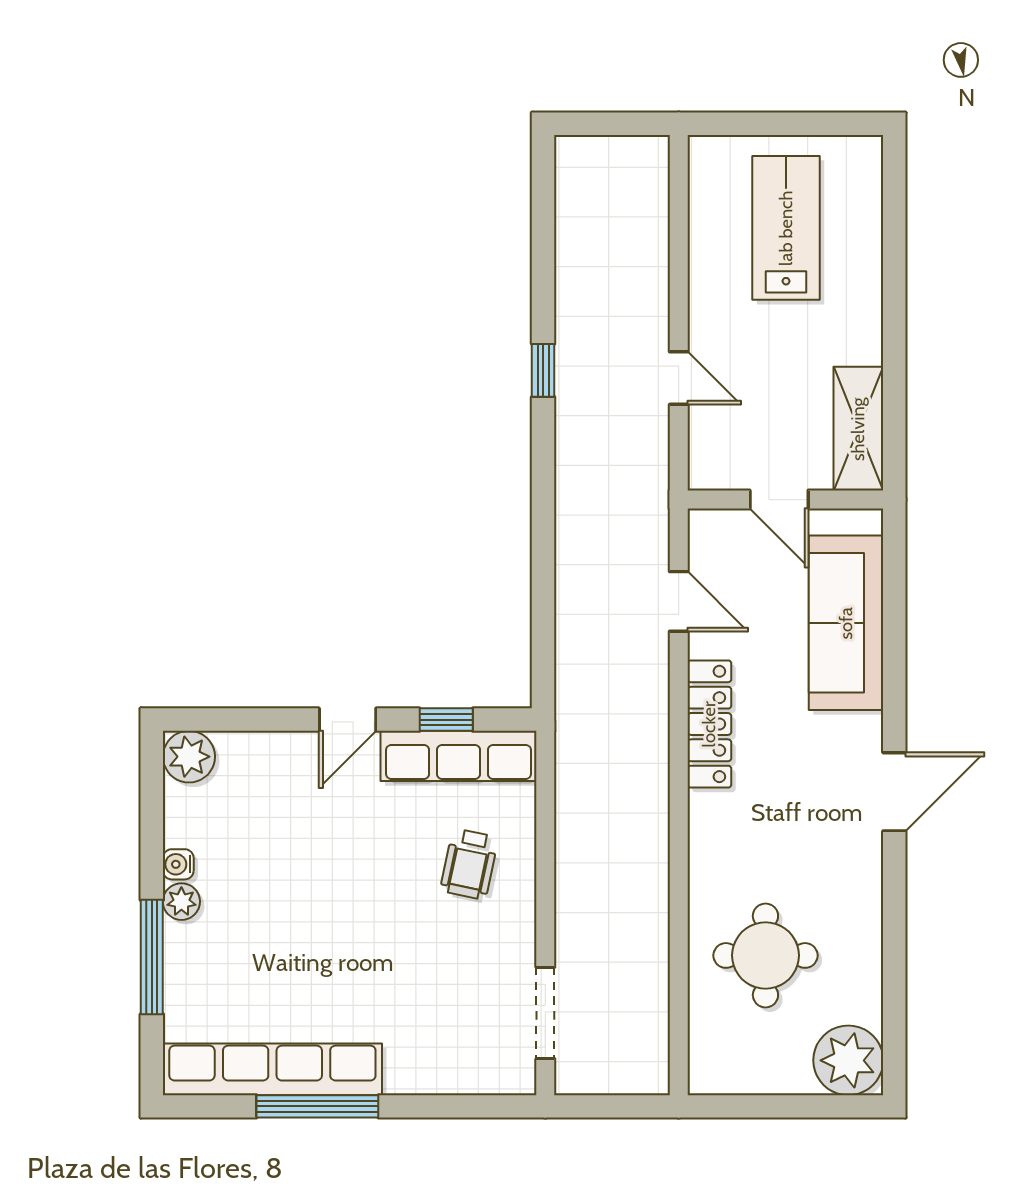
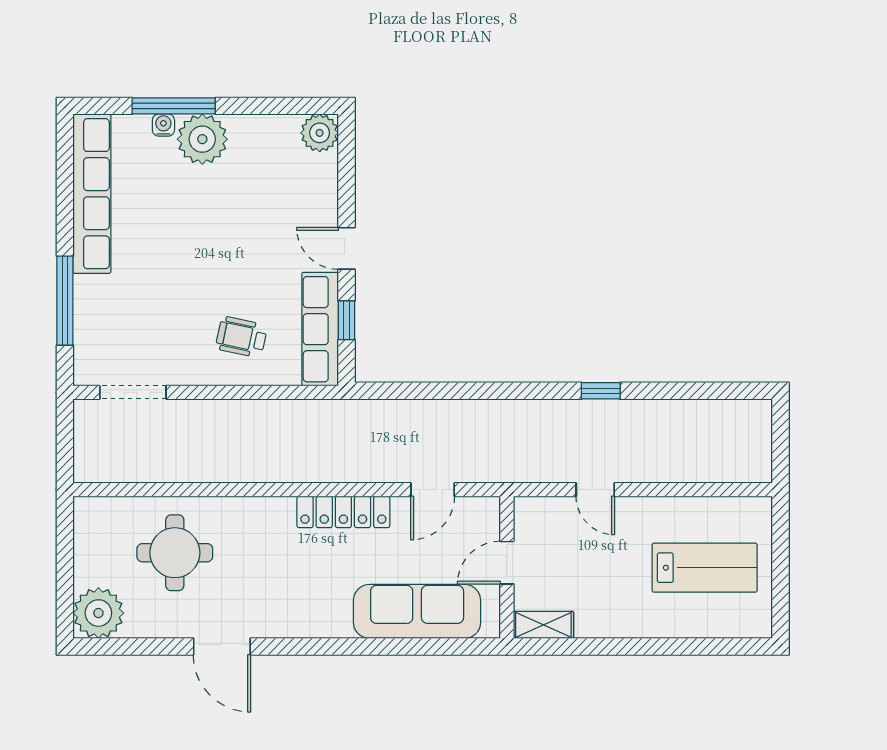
door: (679, 378) -> (595, 490), hinge flipped
shelving: (858, 429) -> (543, 625), width x0.67, depth x0.75
door: (894, 792) -> (222, 647), moved
water cooler: (178, 864) -> (163, 125), moved
plant: (181, 902) -> (202, 139), width x1.88, depth x1.88
window: (317, 1106) -> (65, 301), moved

